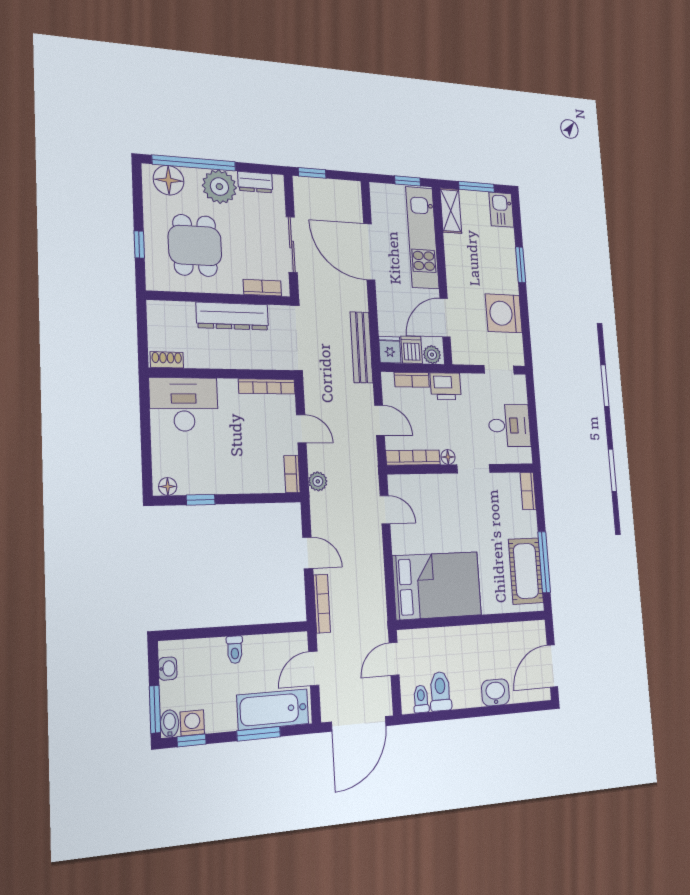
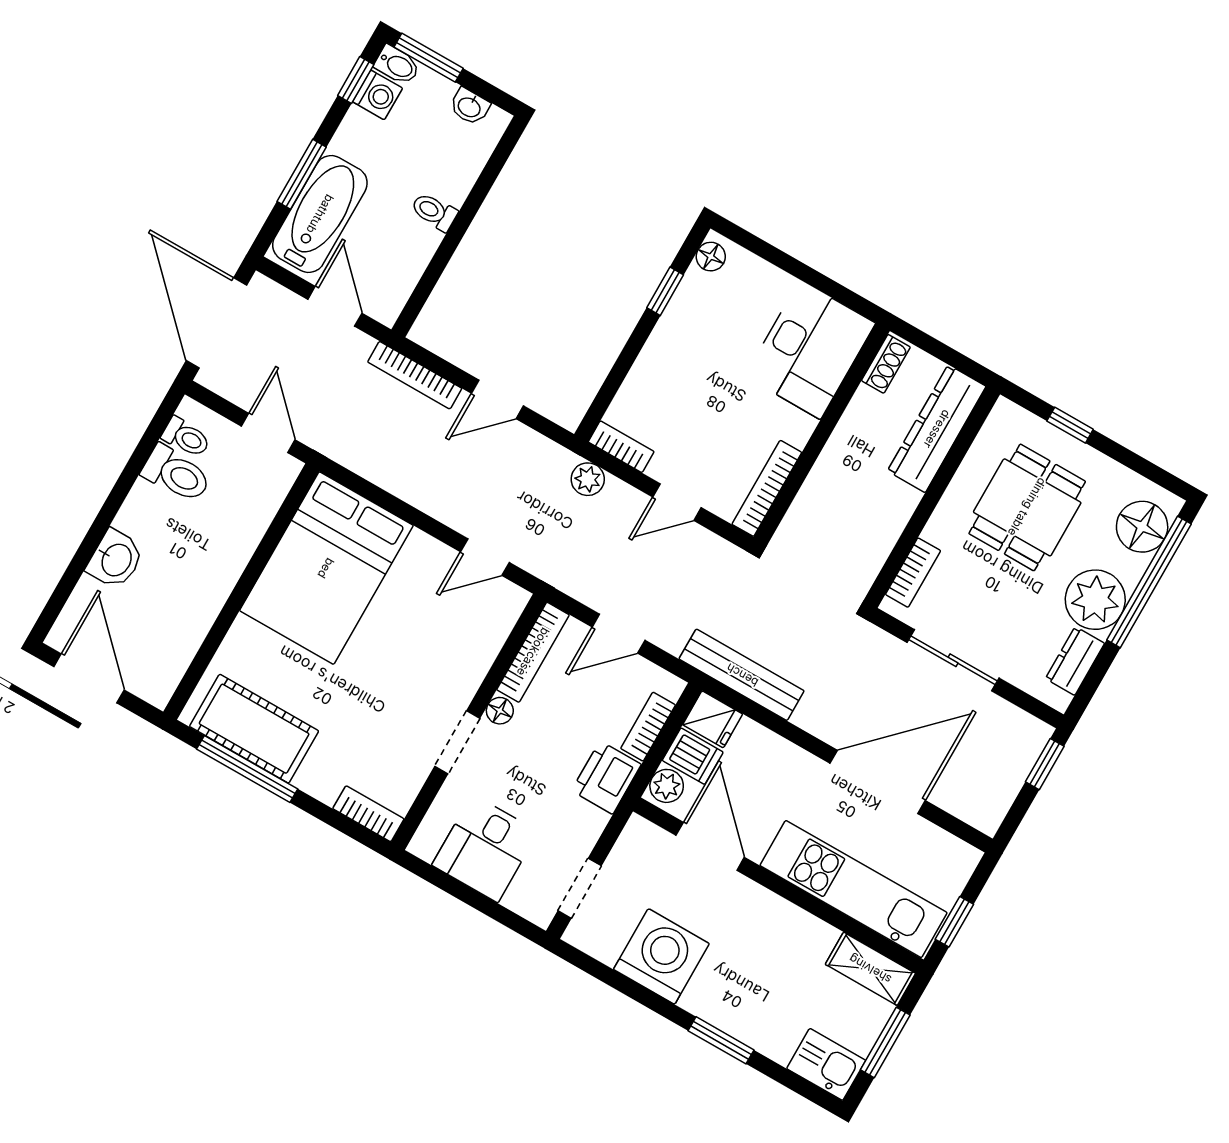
dining table: (195, 245) -> (1027, 507), turned 90
dresser: (232, 316) -> (937, 429), moved

